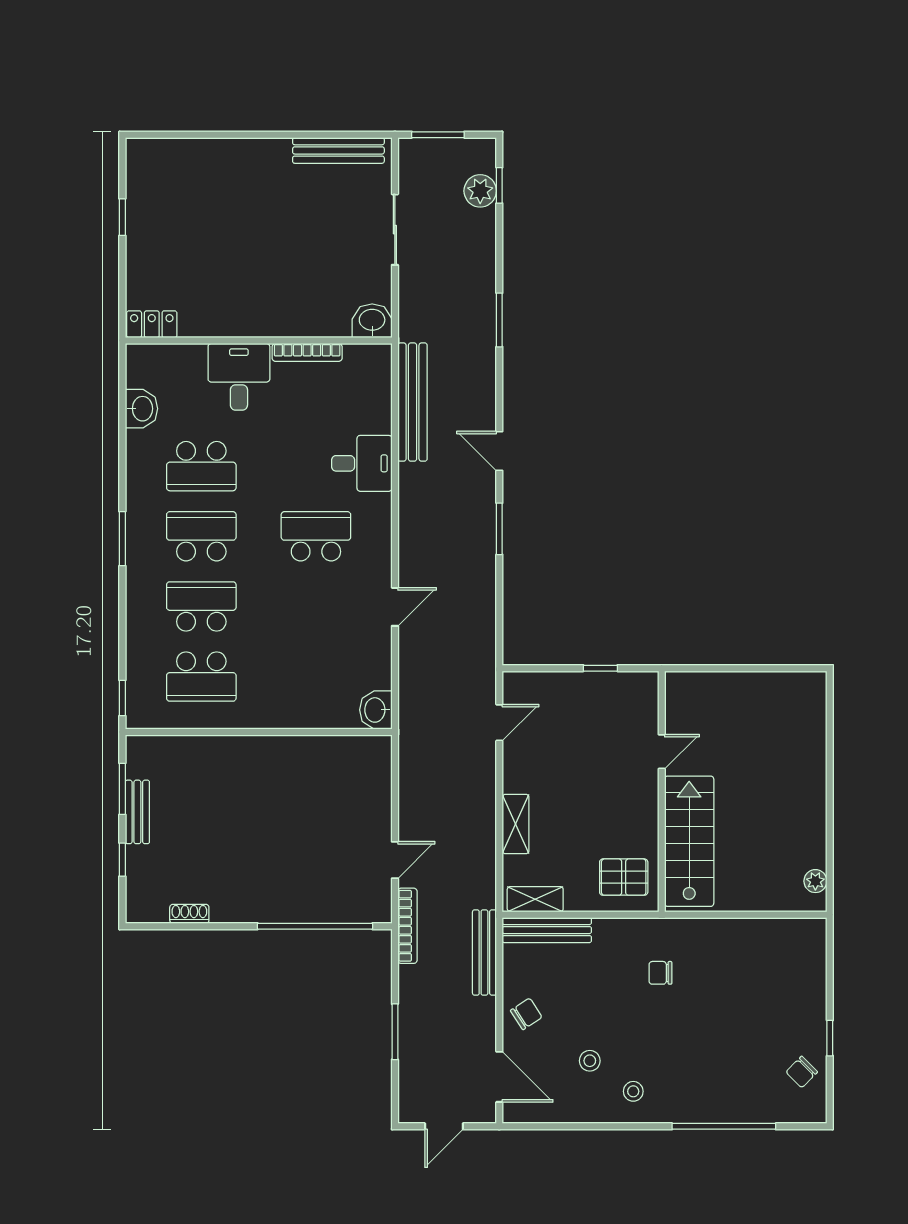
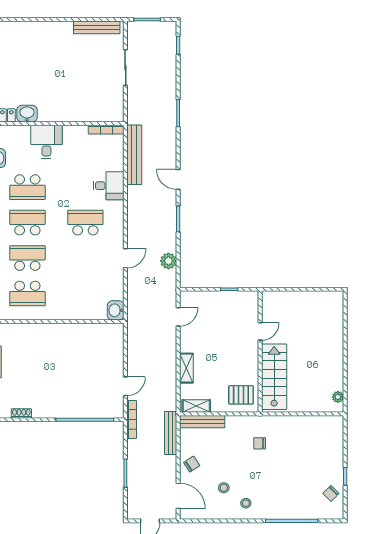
plant: (480, 191) -> (168, 261), moved
washbasin: (372, 321) -> (27, 114), moved
bookcase: (307, 352) -> (106, 130), moved

